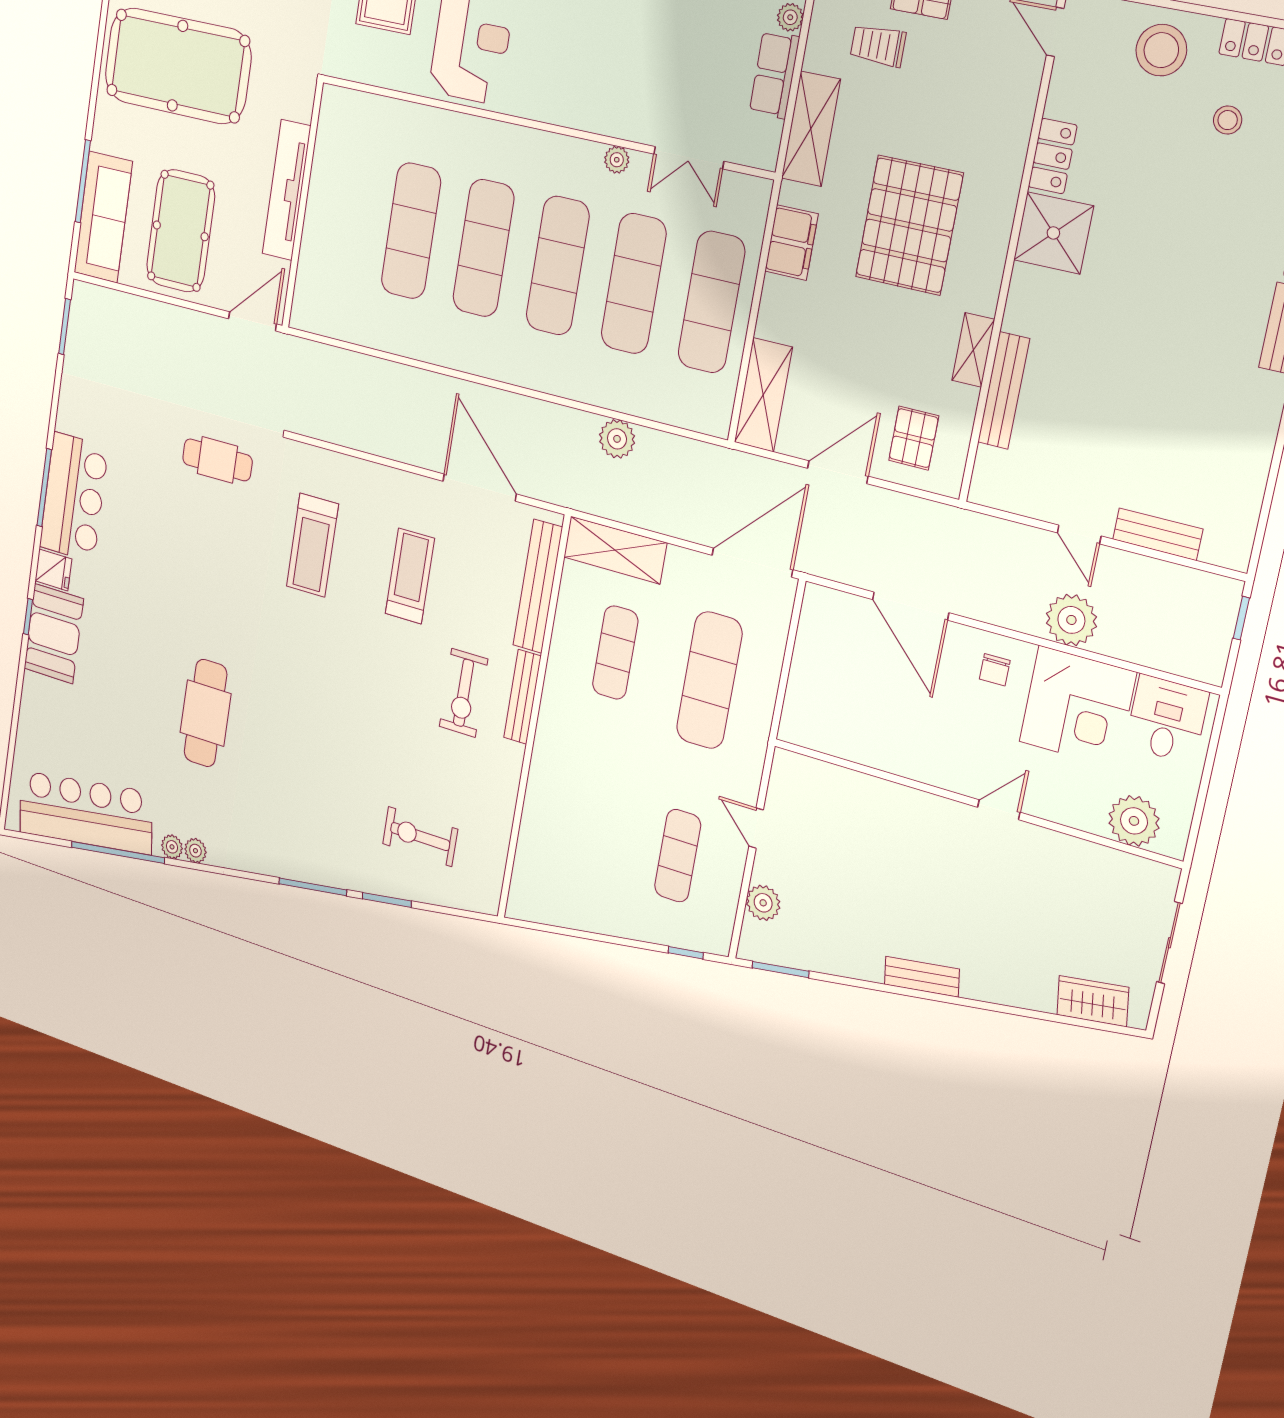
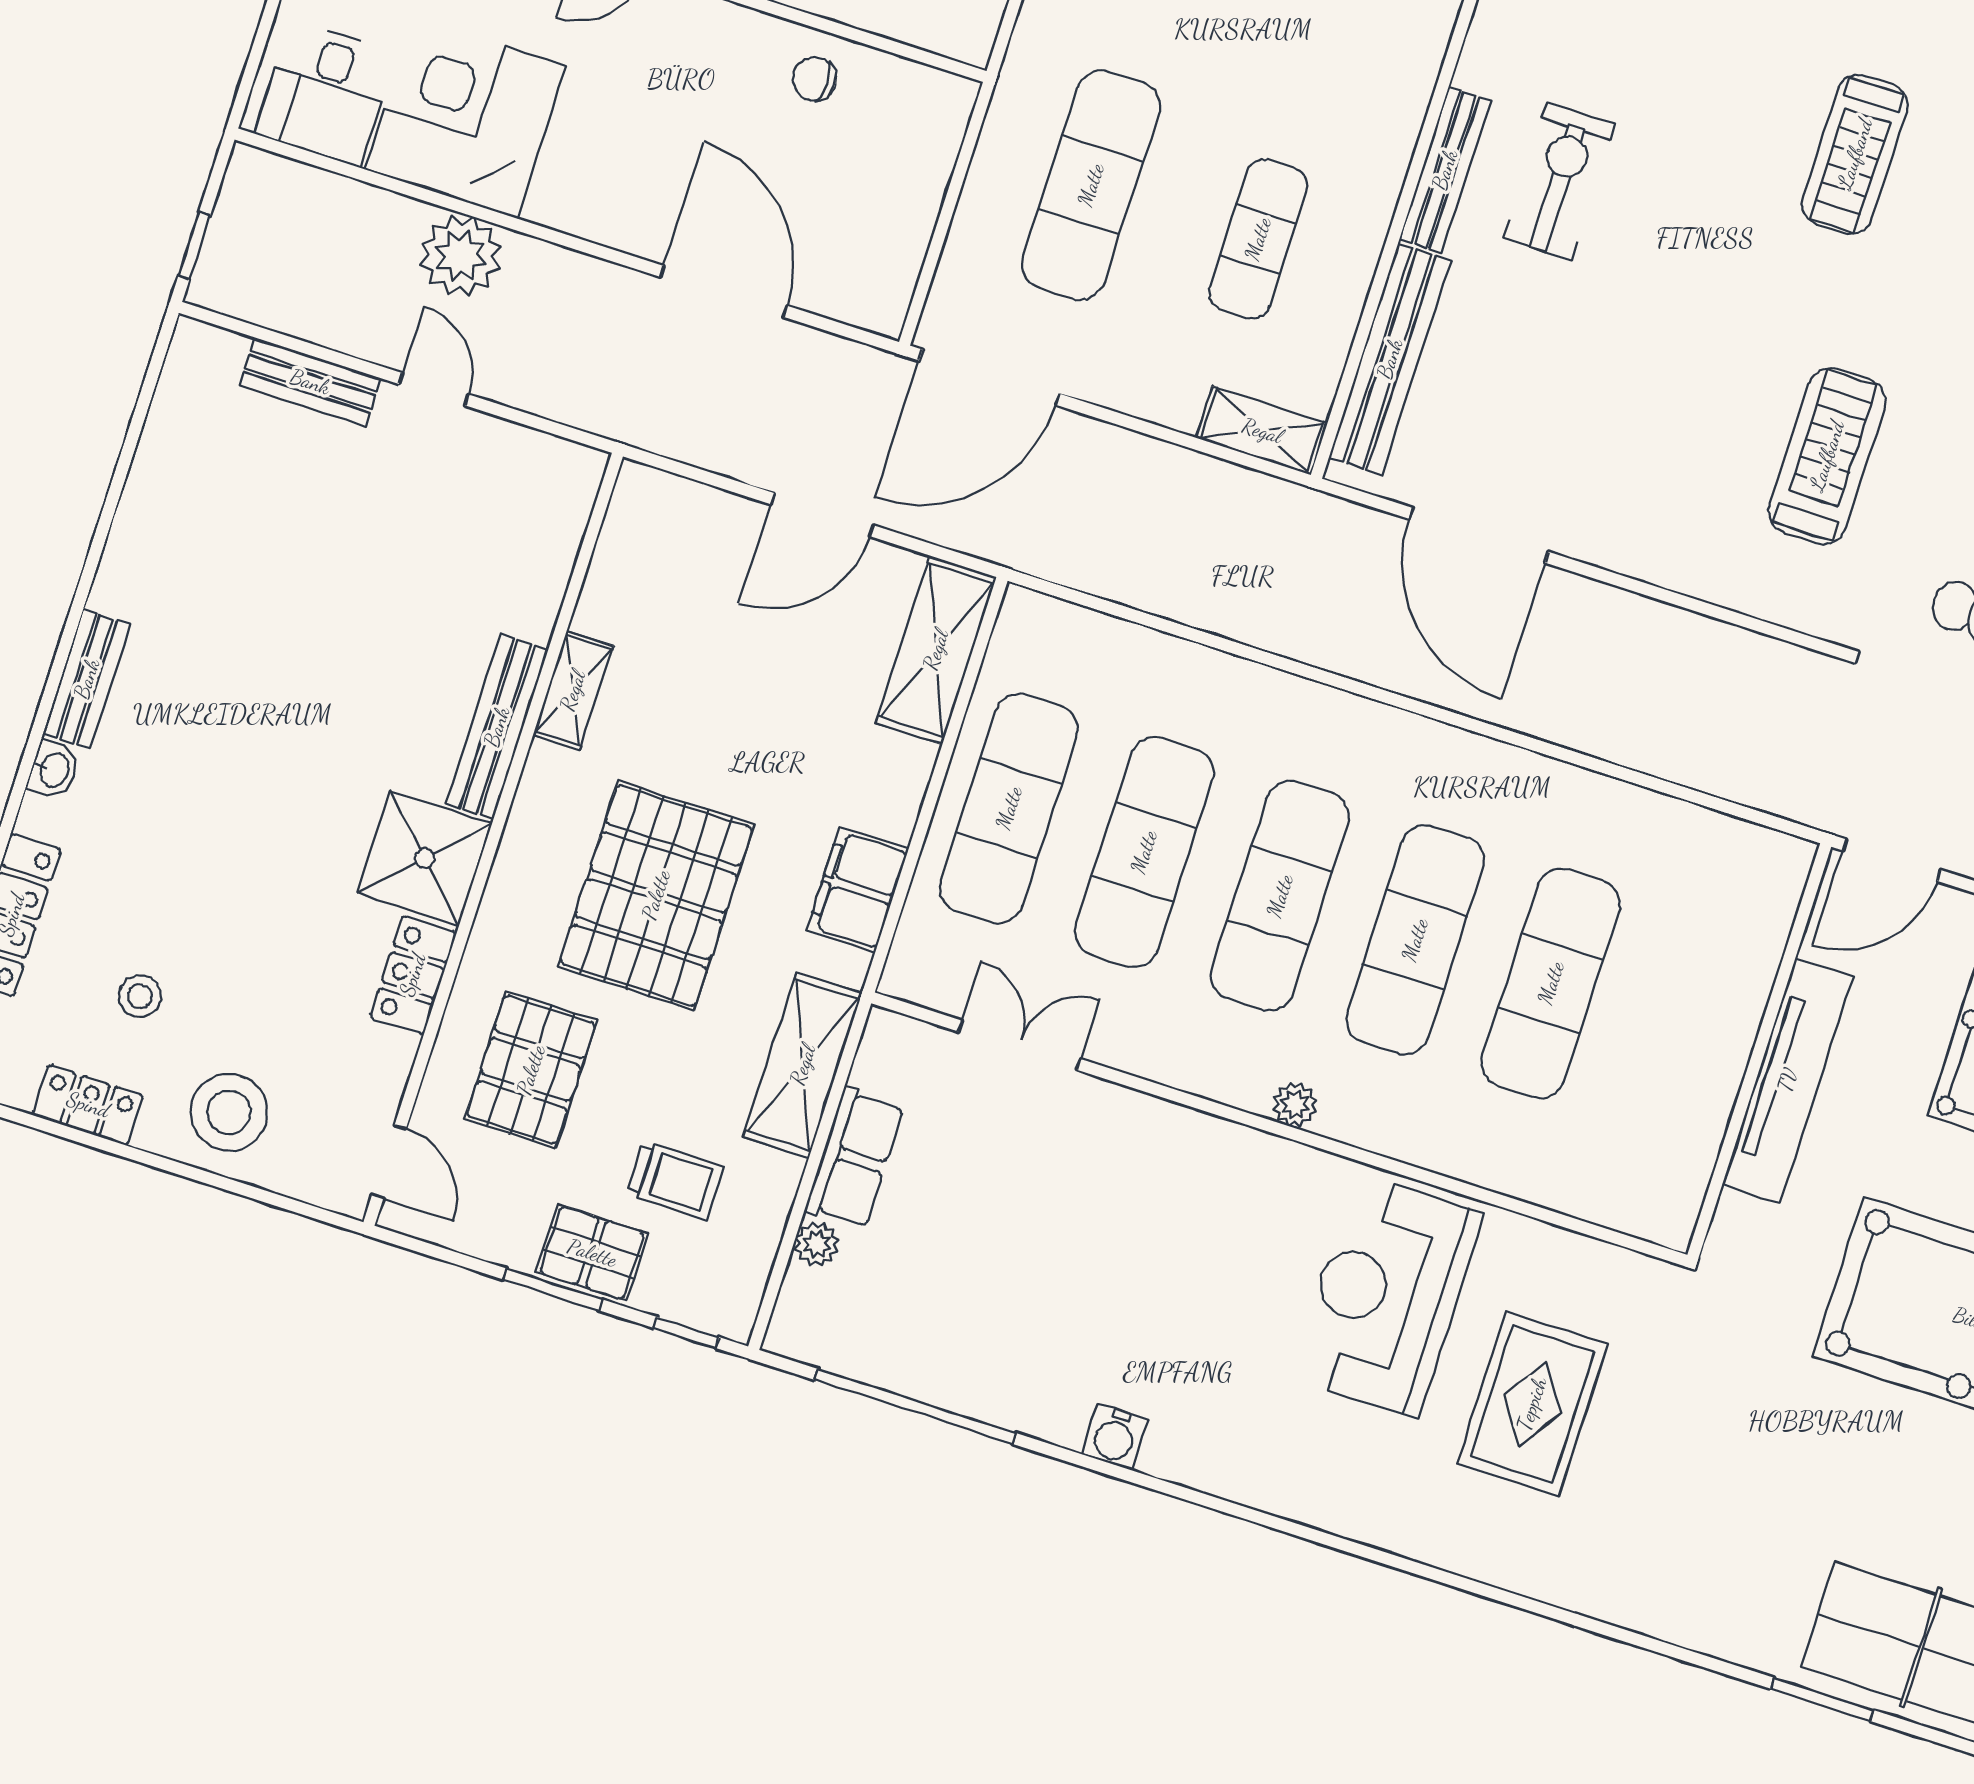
plant: (617, 160) -> (1295, 1104), moved
bench: (1004, 390) -> (497, 727), moved
pallet: (914, 438) -> (531, 1070), moved, width x1.50, depth x1.42
plant: (617, 439) -> (1208, 599), removed
shelving: (615, 550) -> (1262, 431), width x0.67, depth x0.75
treadmill: (410, 576) -> (1855, 154), moved
chair: (995, 670) -> (814, 79), moved, turned -90

